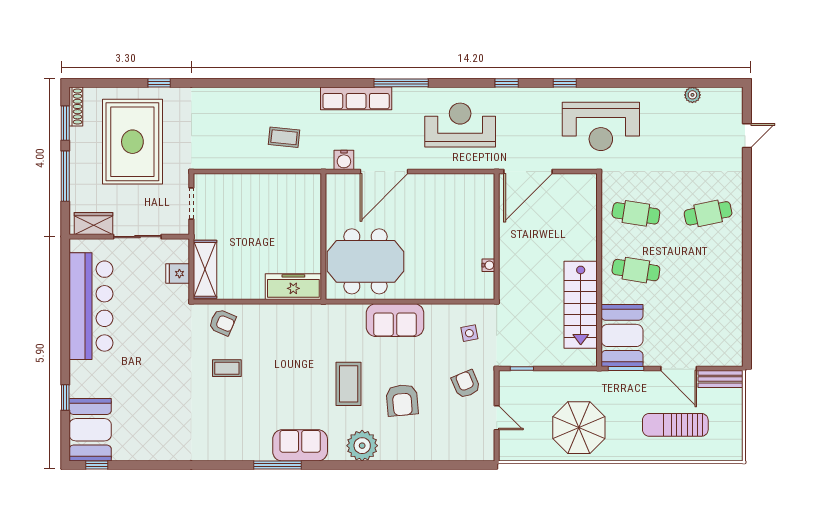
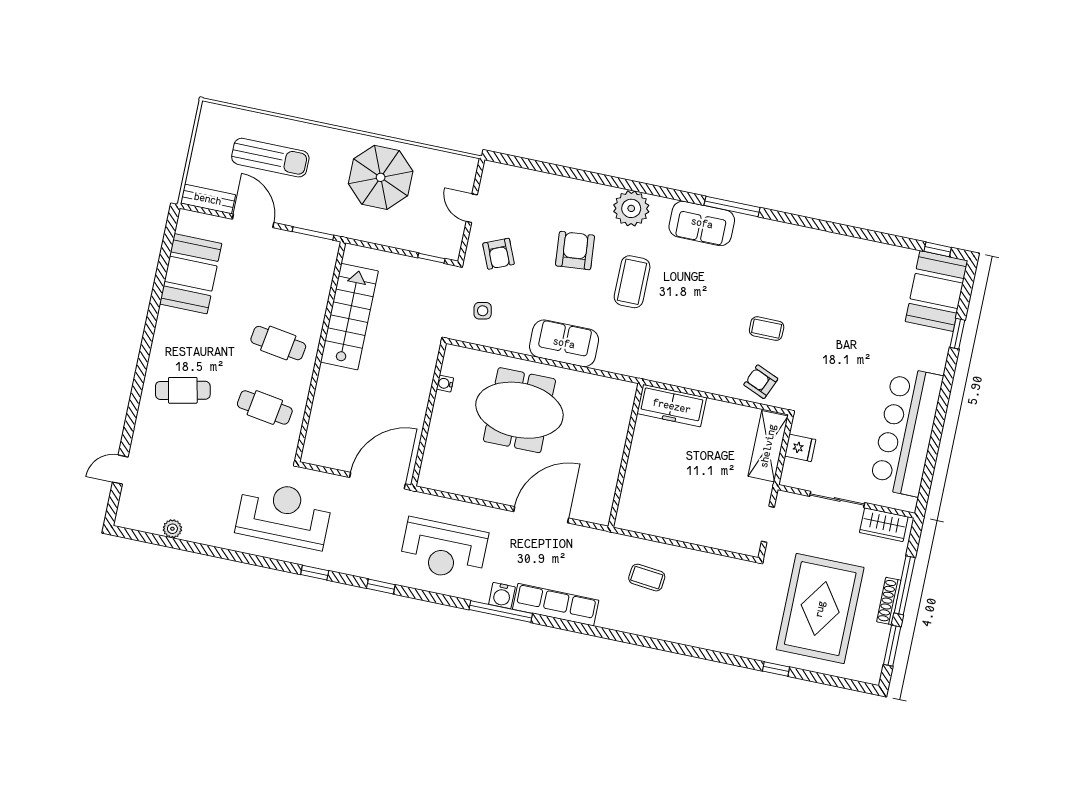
shoe rack: (76, 106) -> (889, 601), moved
water cooler: (344, 160) -> (502, 596), moved, turned 180
meeting table: (365, 261) -> (519, 410), moved
booth: (622, 335) -> (191, 274), moved

